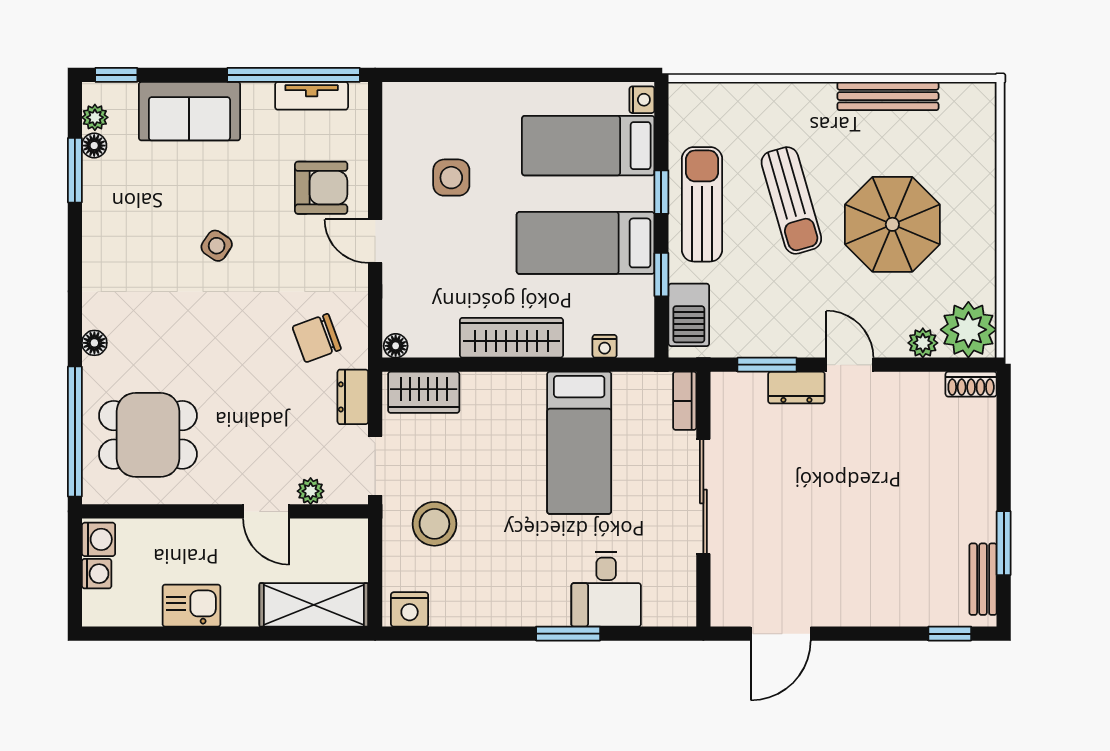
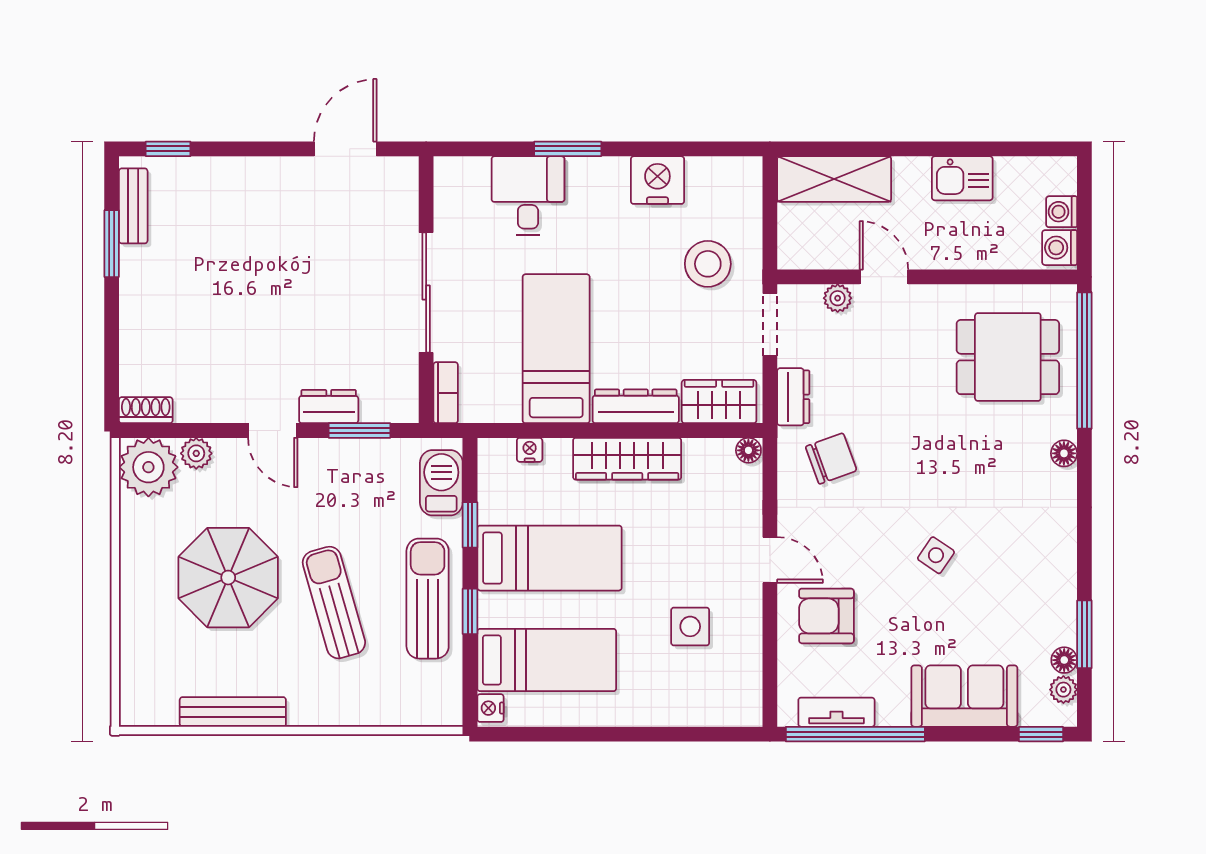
sun lounger: (702, 204) -> (428, 599), turned 180
dresser: (503, 388) -> (636, 406), added
nightstand: (410, 609) -> (657, 180), moved, width x1.36, depth x1.33

